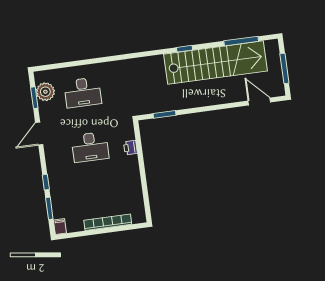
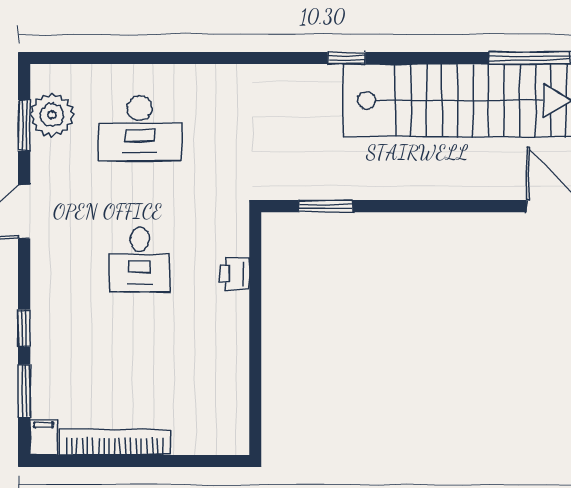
window: (184, 49) -> (346, 58), moved
desk: (90, 147) -> (140, 259), width x0.73
bookcase: (108, 222) -> (115, 442), moved

